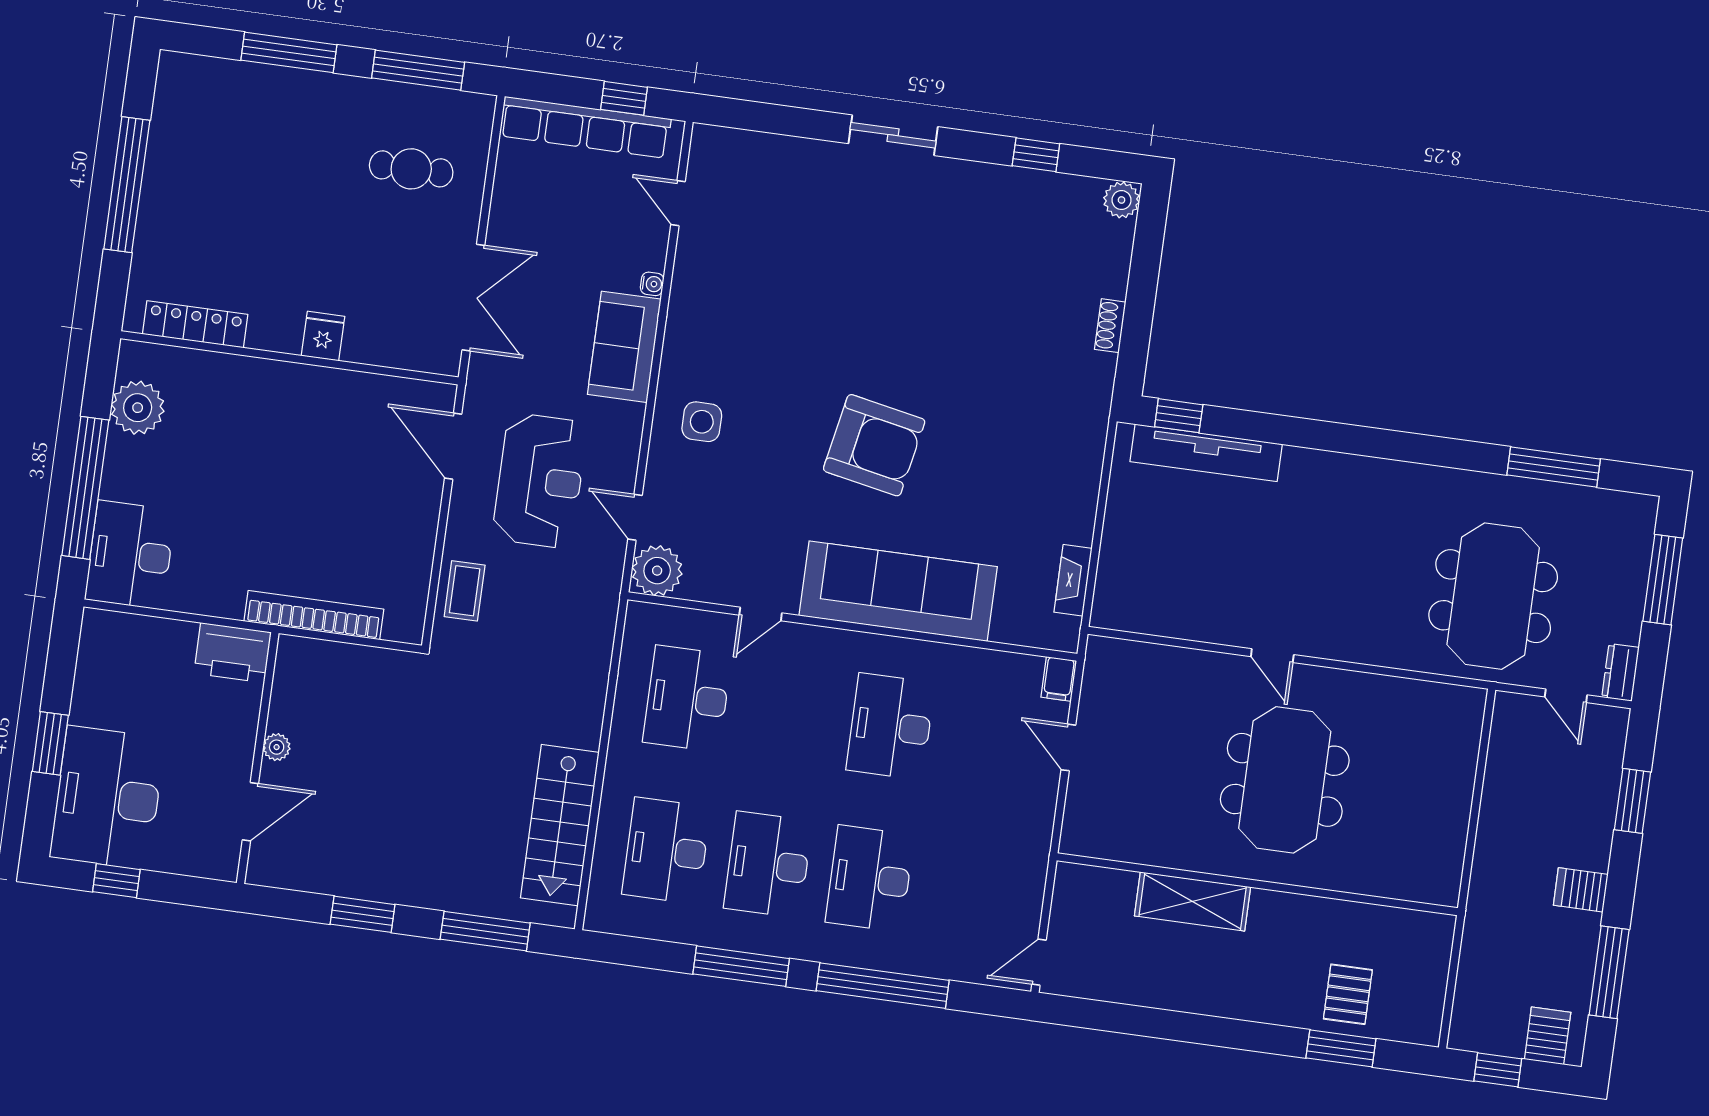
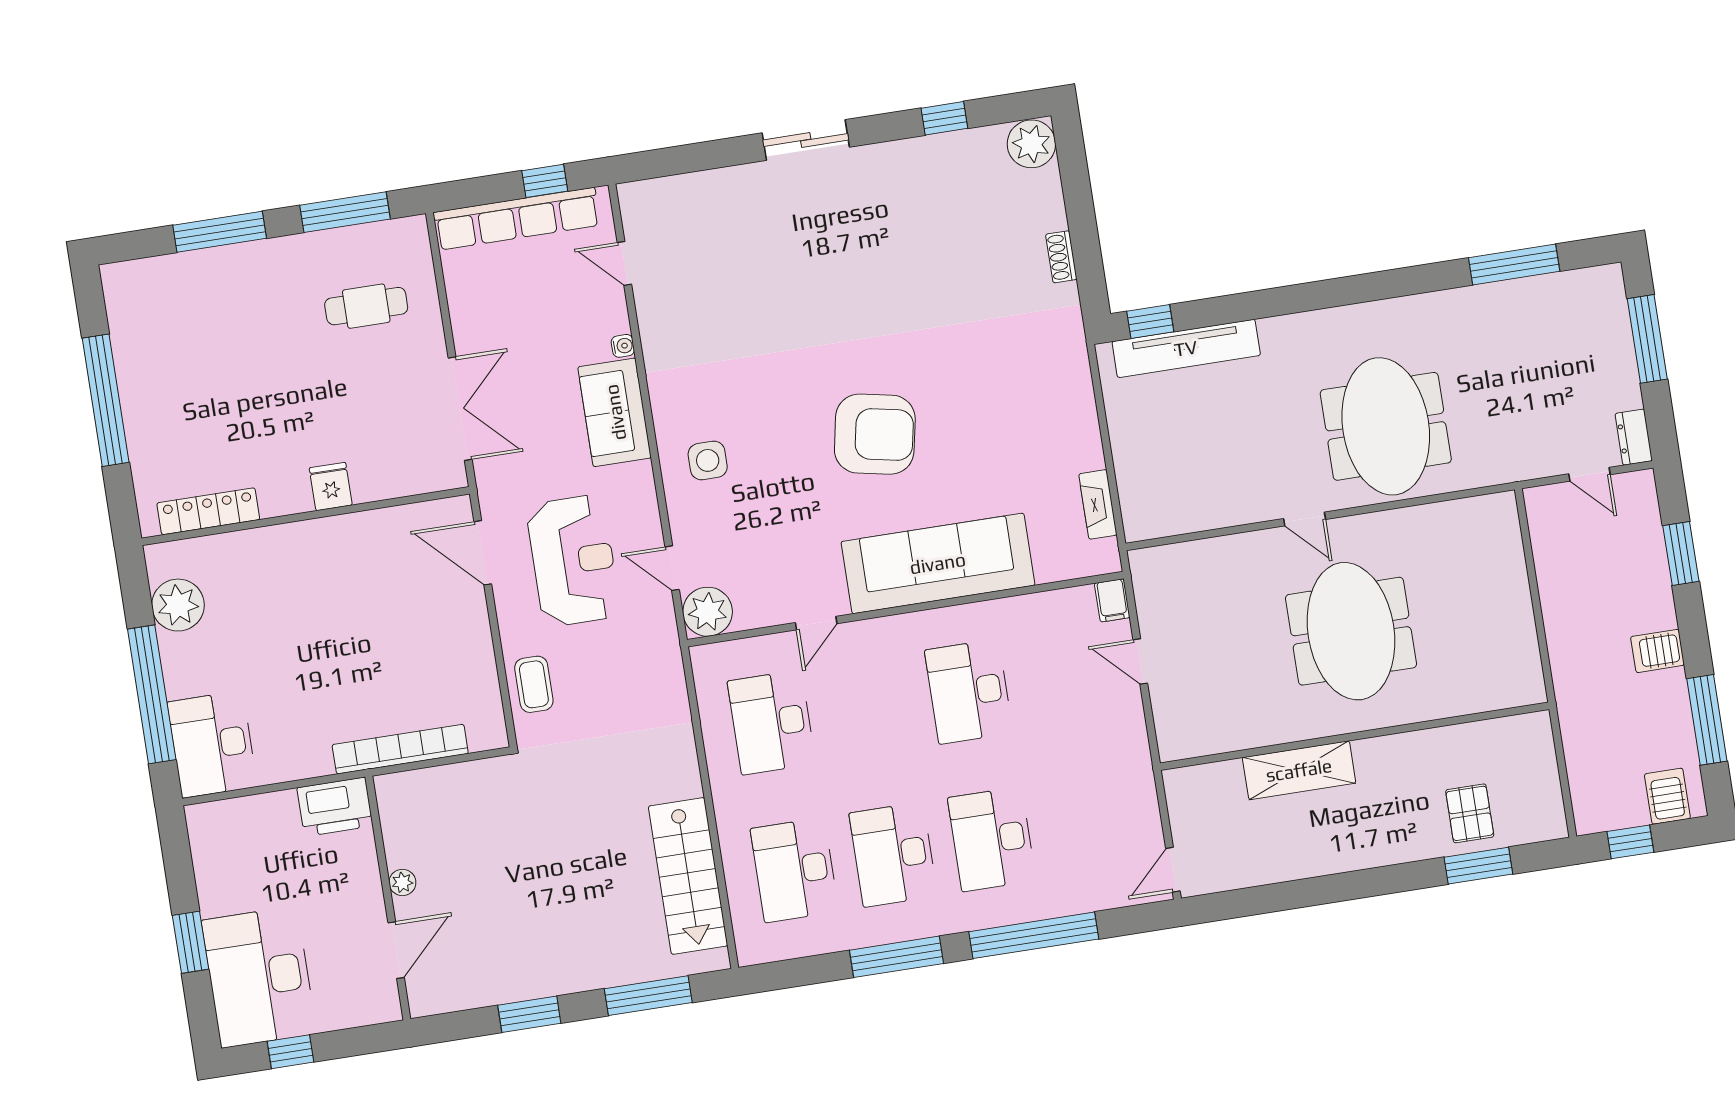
plant: (1122, 200) -> (1031, 144), width x1.36, depth x1.36
meeting table: (1493, 596) -> (1386, 426), moved

